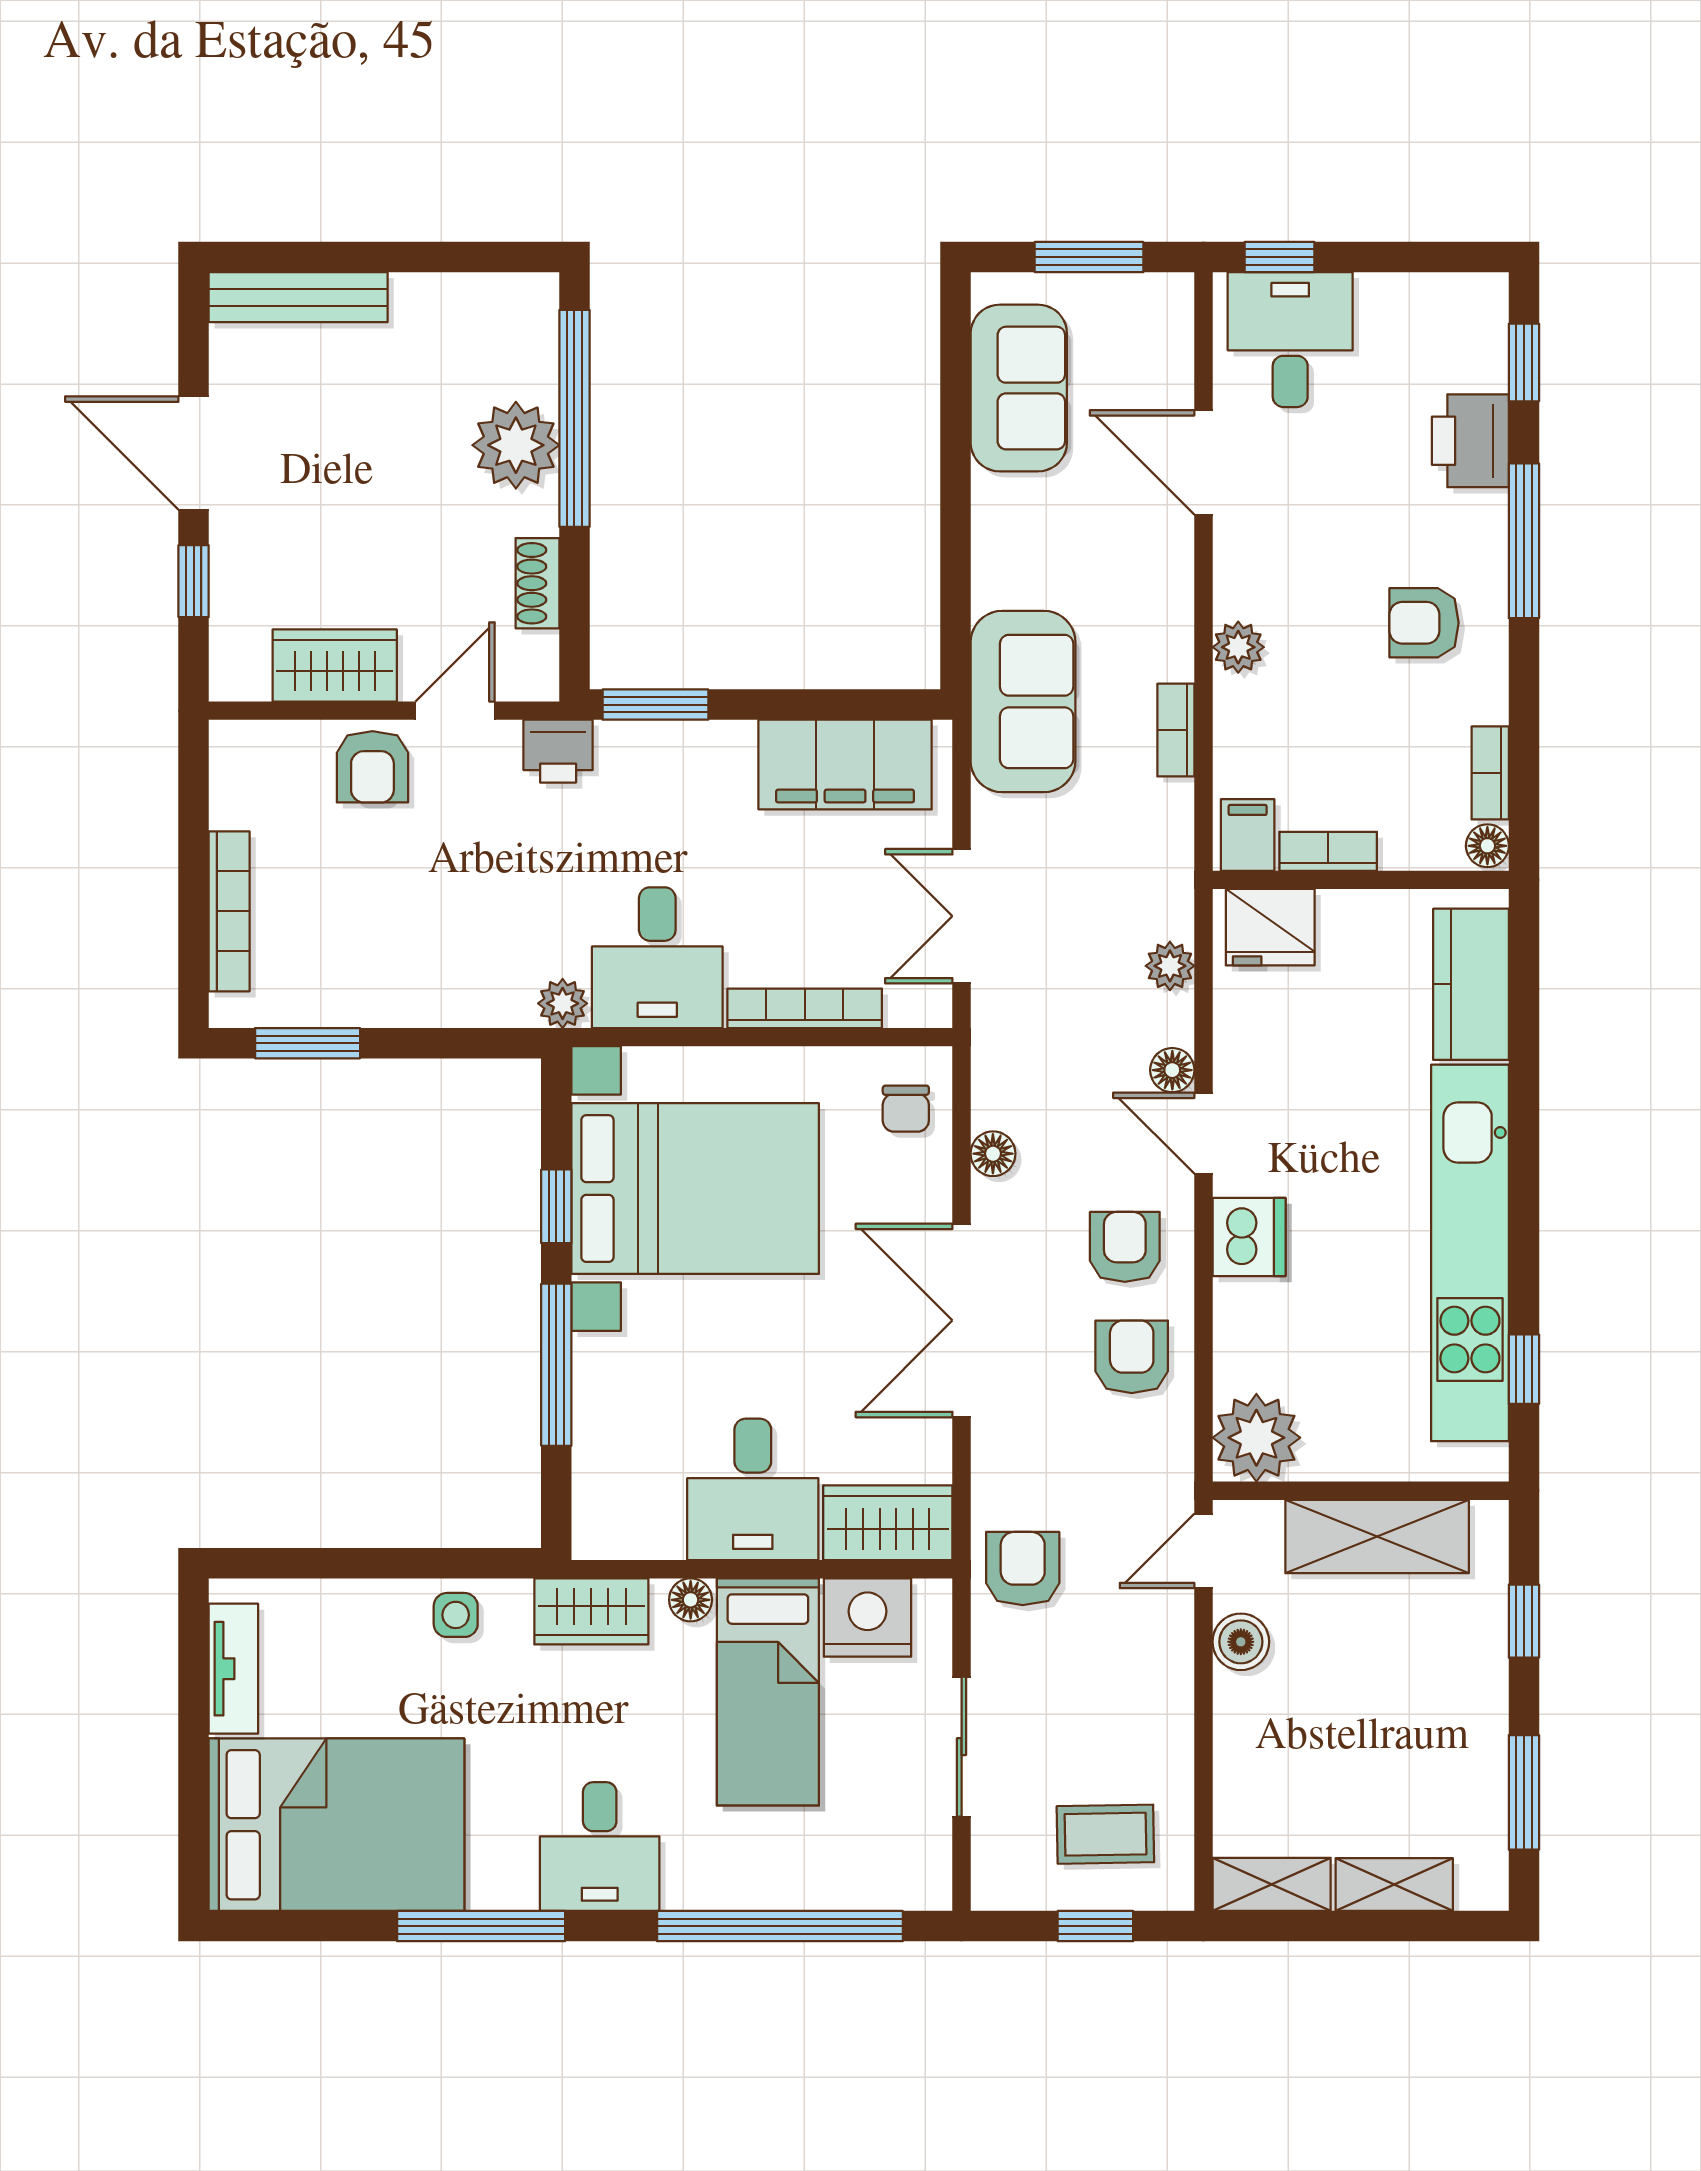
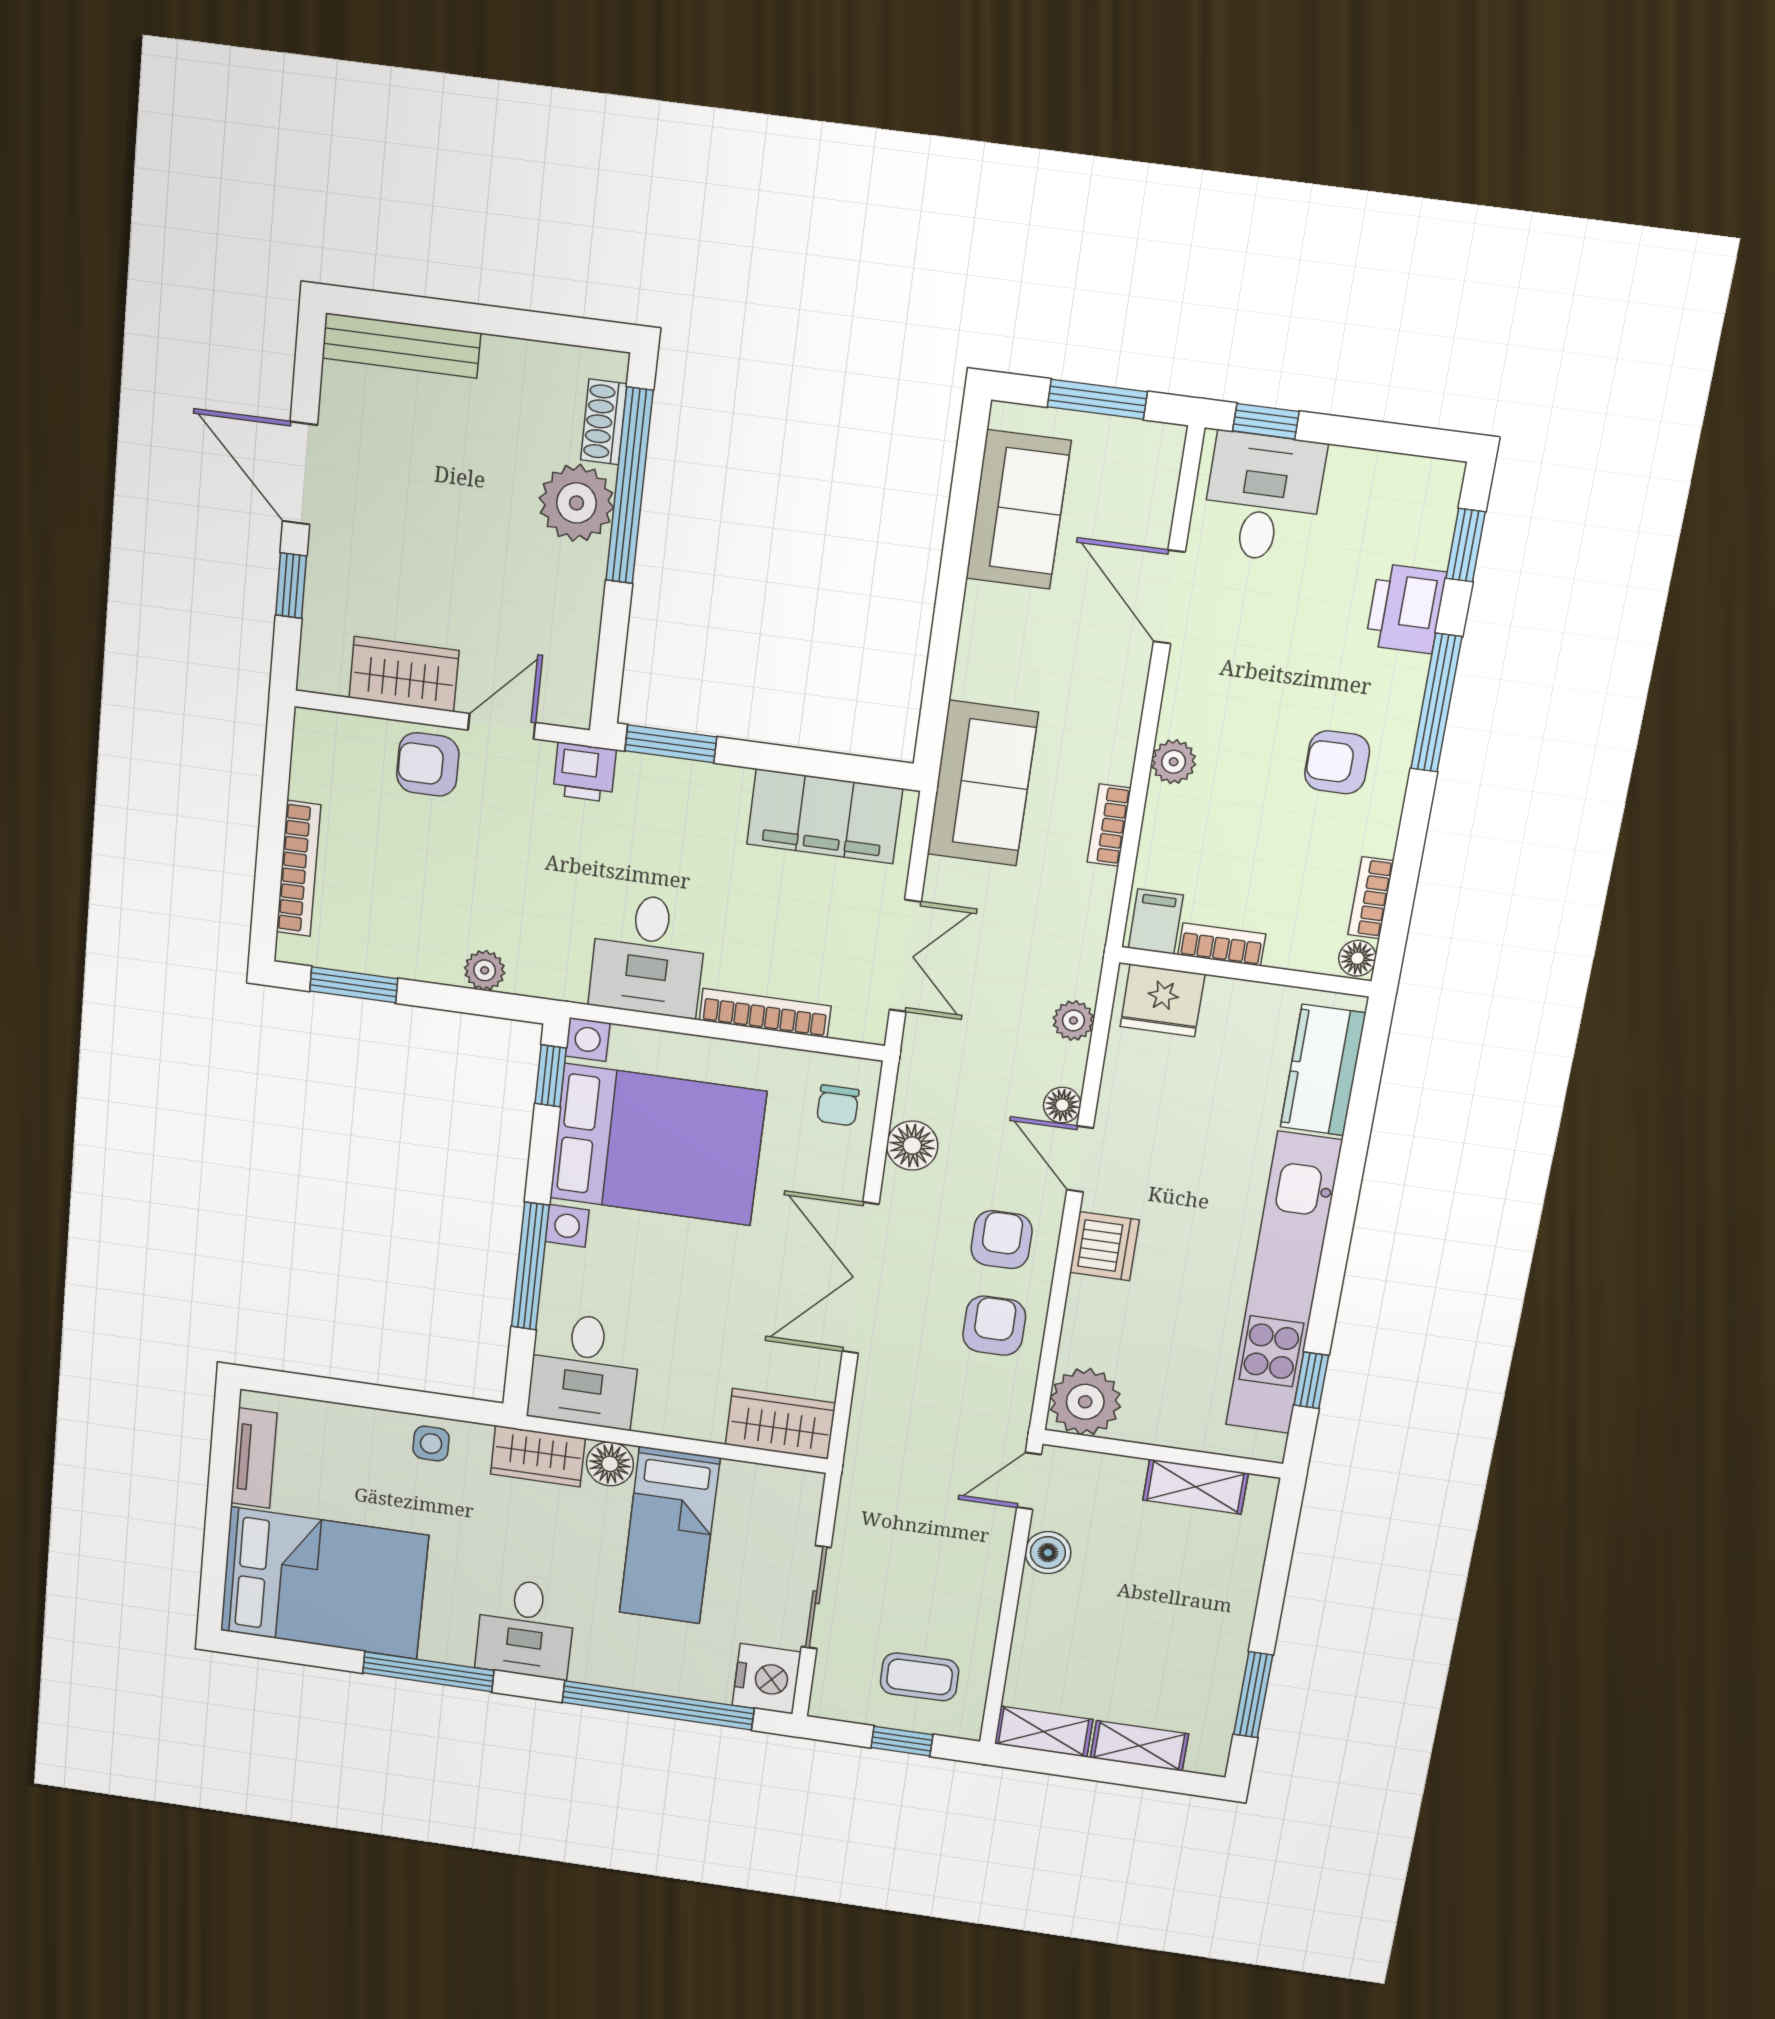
shoe rack: (537, 583) -> (604, 422), moved
armchair: (372, 767) -> (428, 764), turned 90
double door: (962, 916) -> (905, 956), swing flipped
plant: (563, 1003) -> (485, 970), moved
floor lamp: (993, 1154) -> (912, 1146), width x1.37, depth x1.37
window: (556, 1206) -> (551, 1076), moved
desk: (753, 1489) -> (584, 1370), moved
shelving: (1377, 1536) -> (1196, 1487), width x0.67, depth x0.75
armchair: (1023, 1569) -> (883, 1473), removed
floor lamp: (691, 1600) -> (610, 1464), width x1.37, depth x1.37
nightstand: (868, 1618) -> (767, 1679), moved, turned 90
window: (1524, 1621) -> (1276, 1570), removed

